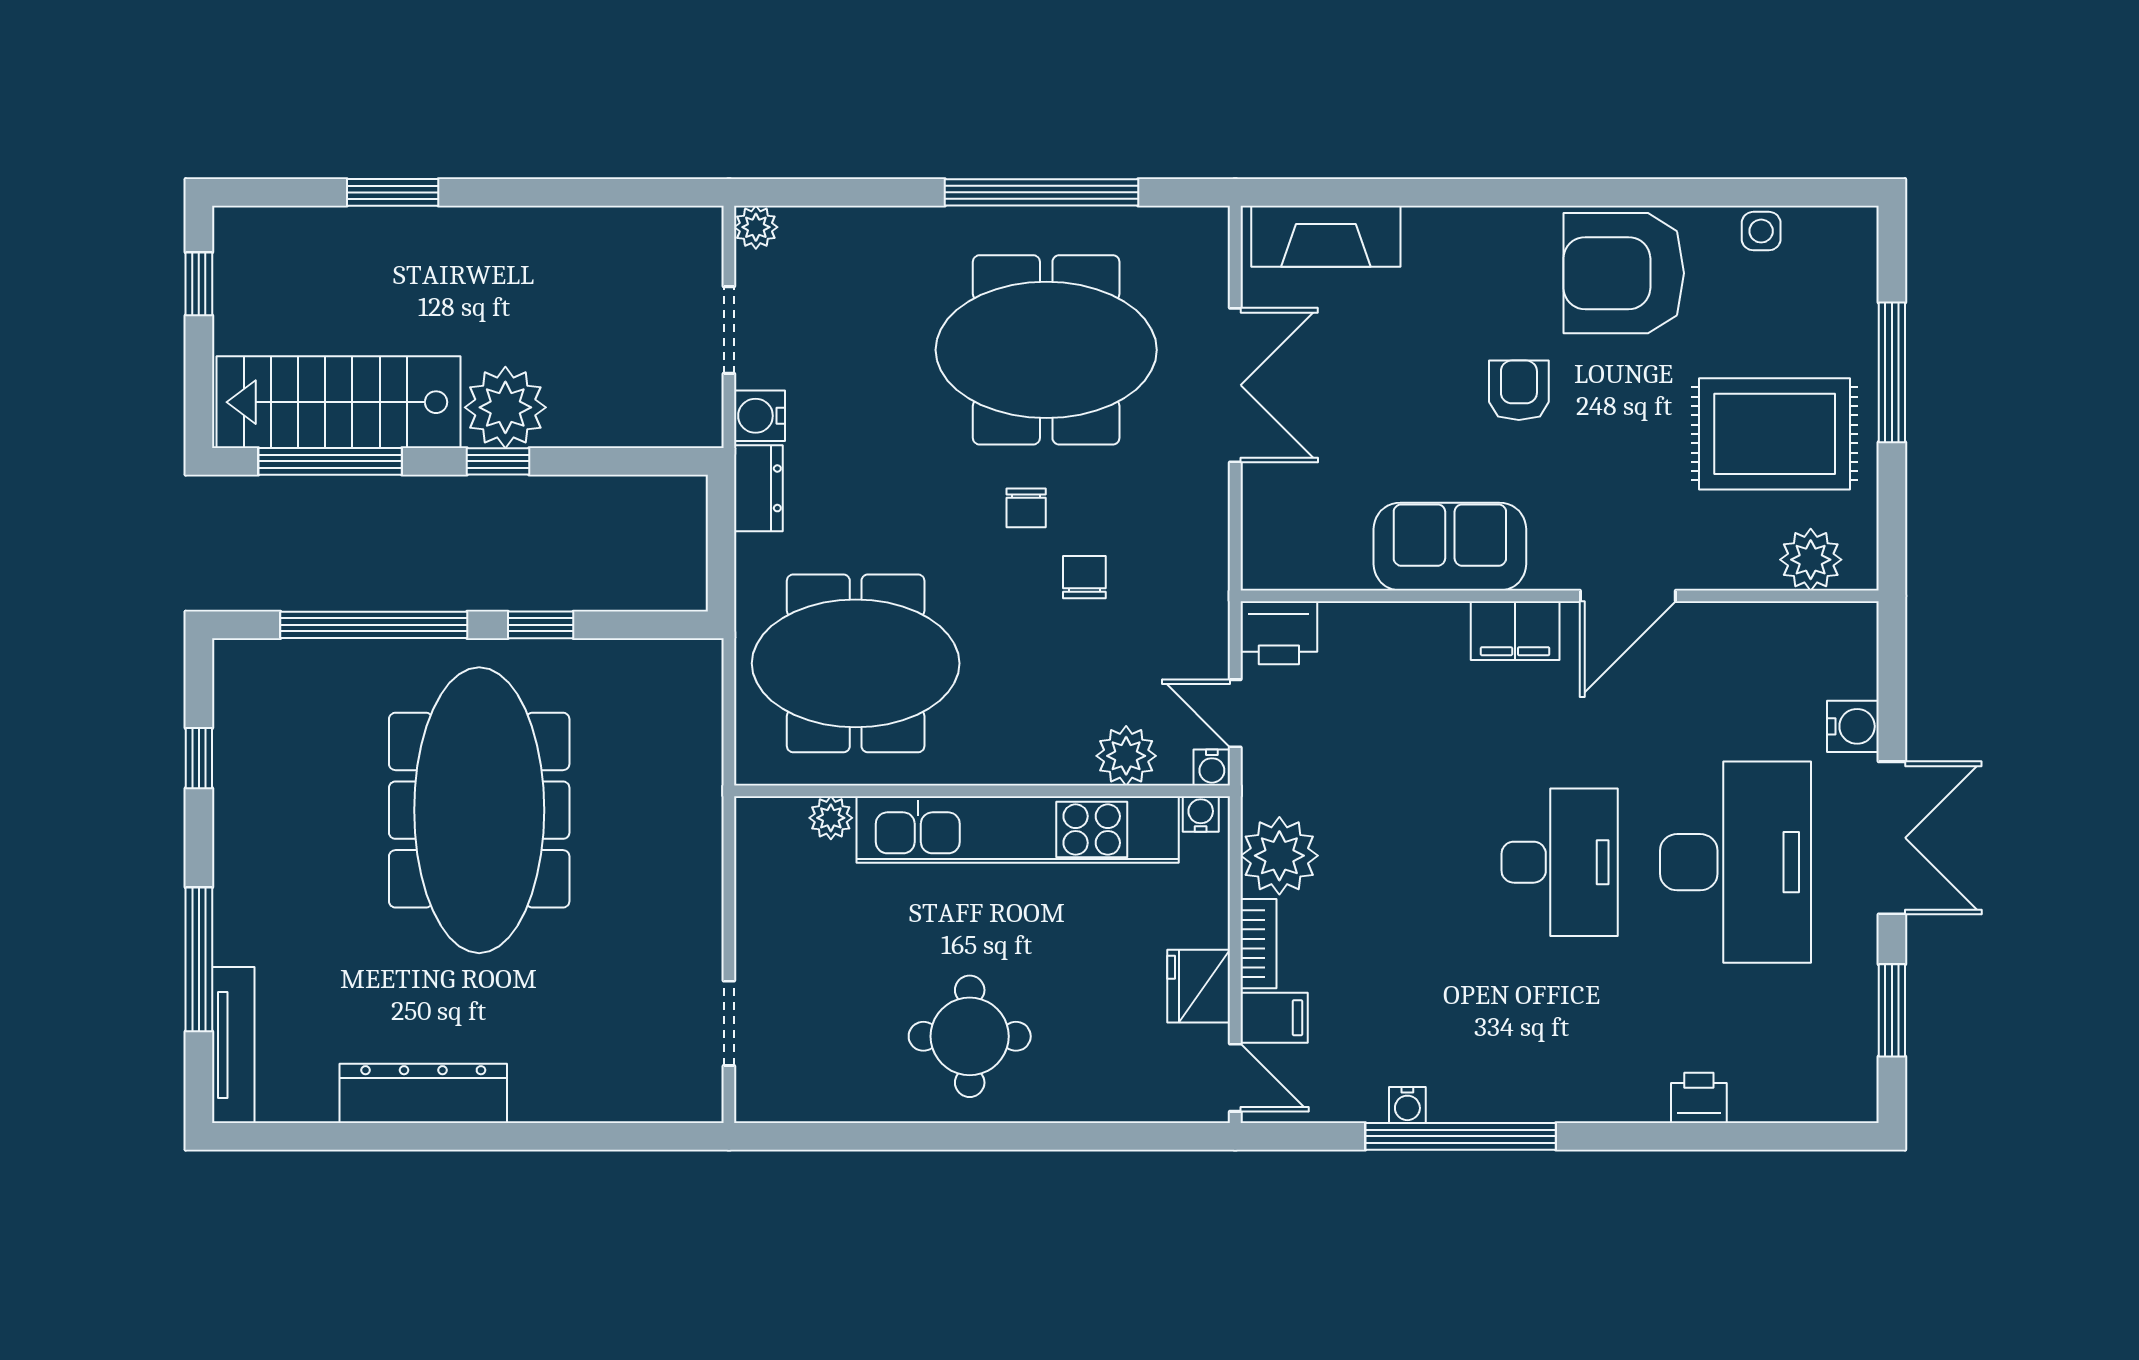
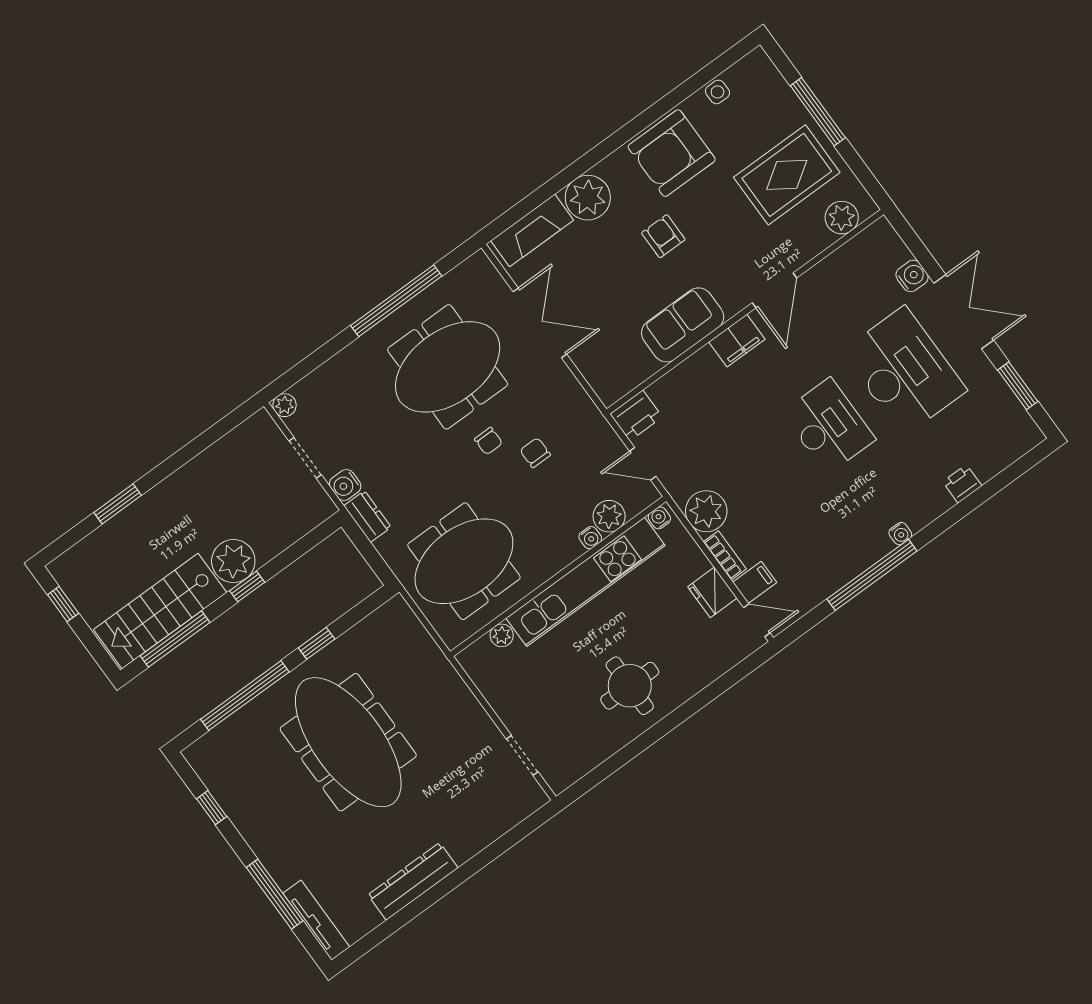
plant: (1447, 248) -> (588, 198), added
water cooler: (1212, 768) -> (590, 538), moved
water cooler: (1407, 1105) -> (900, 534), moved

